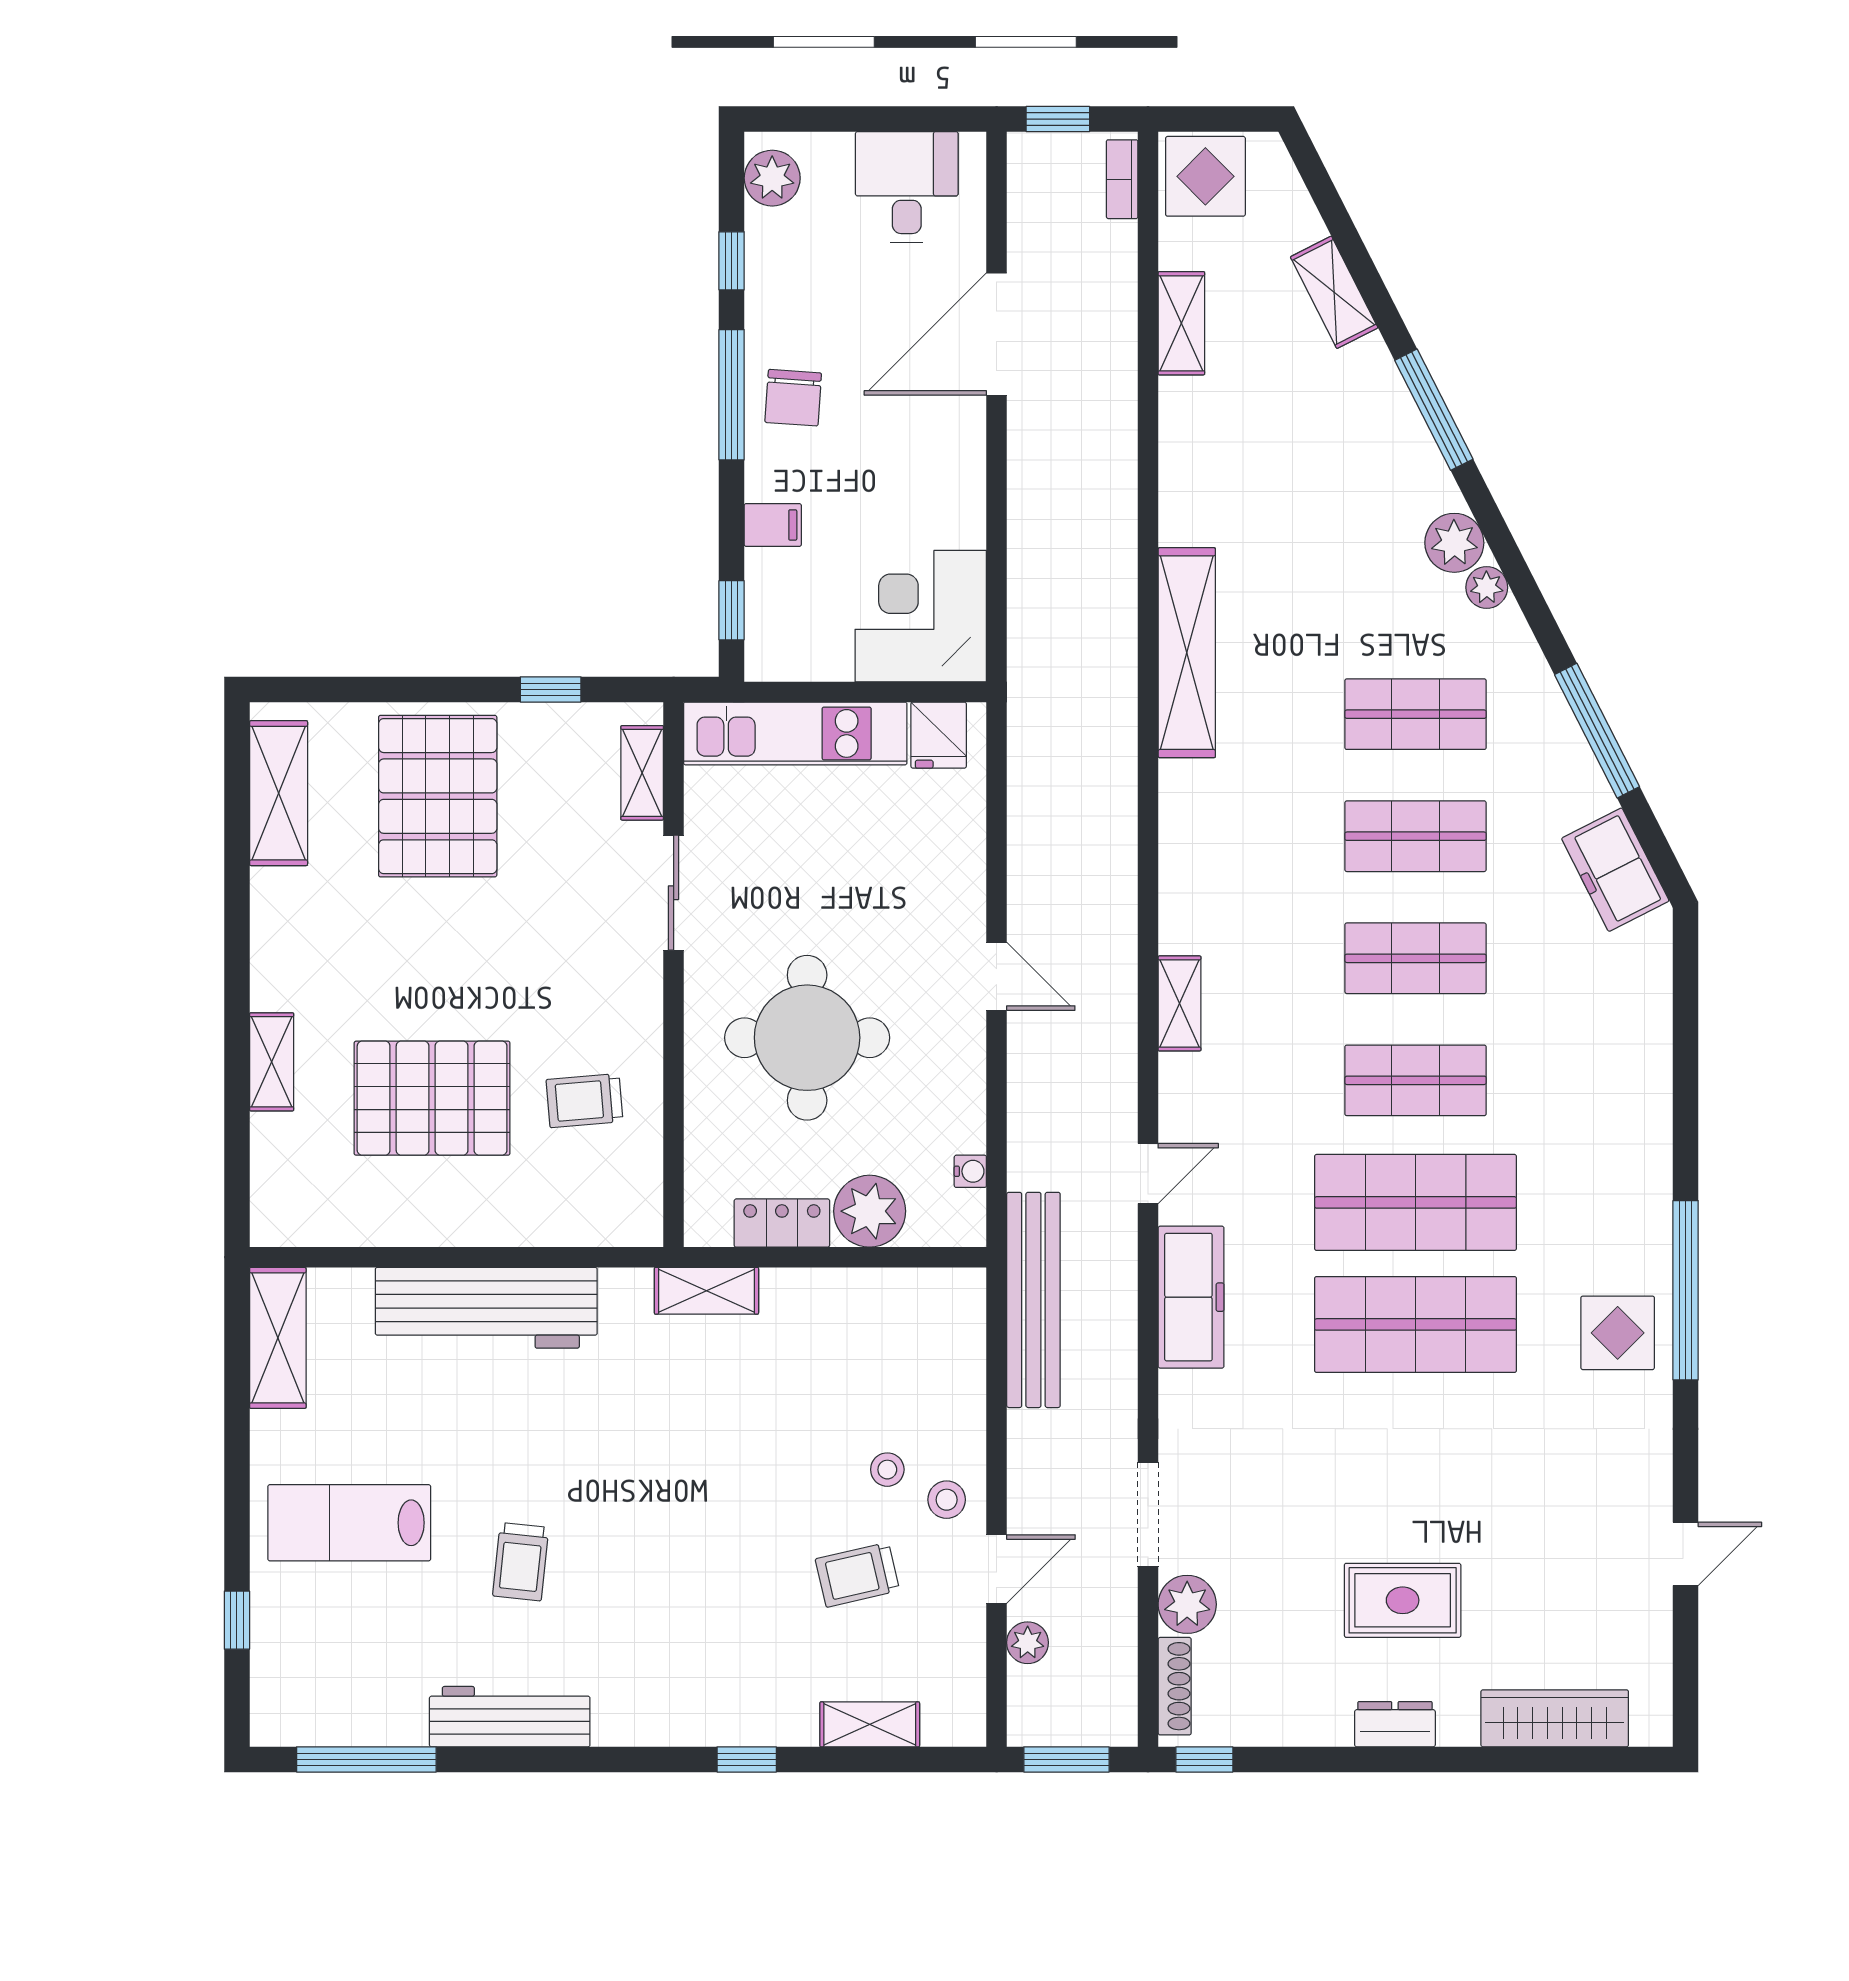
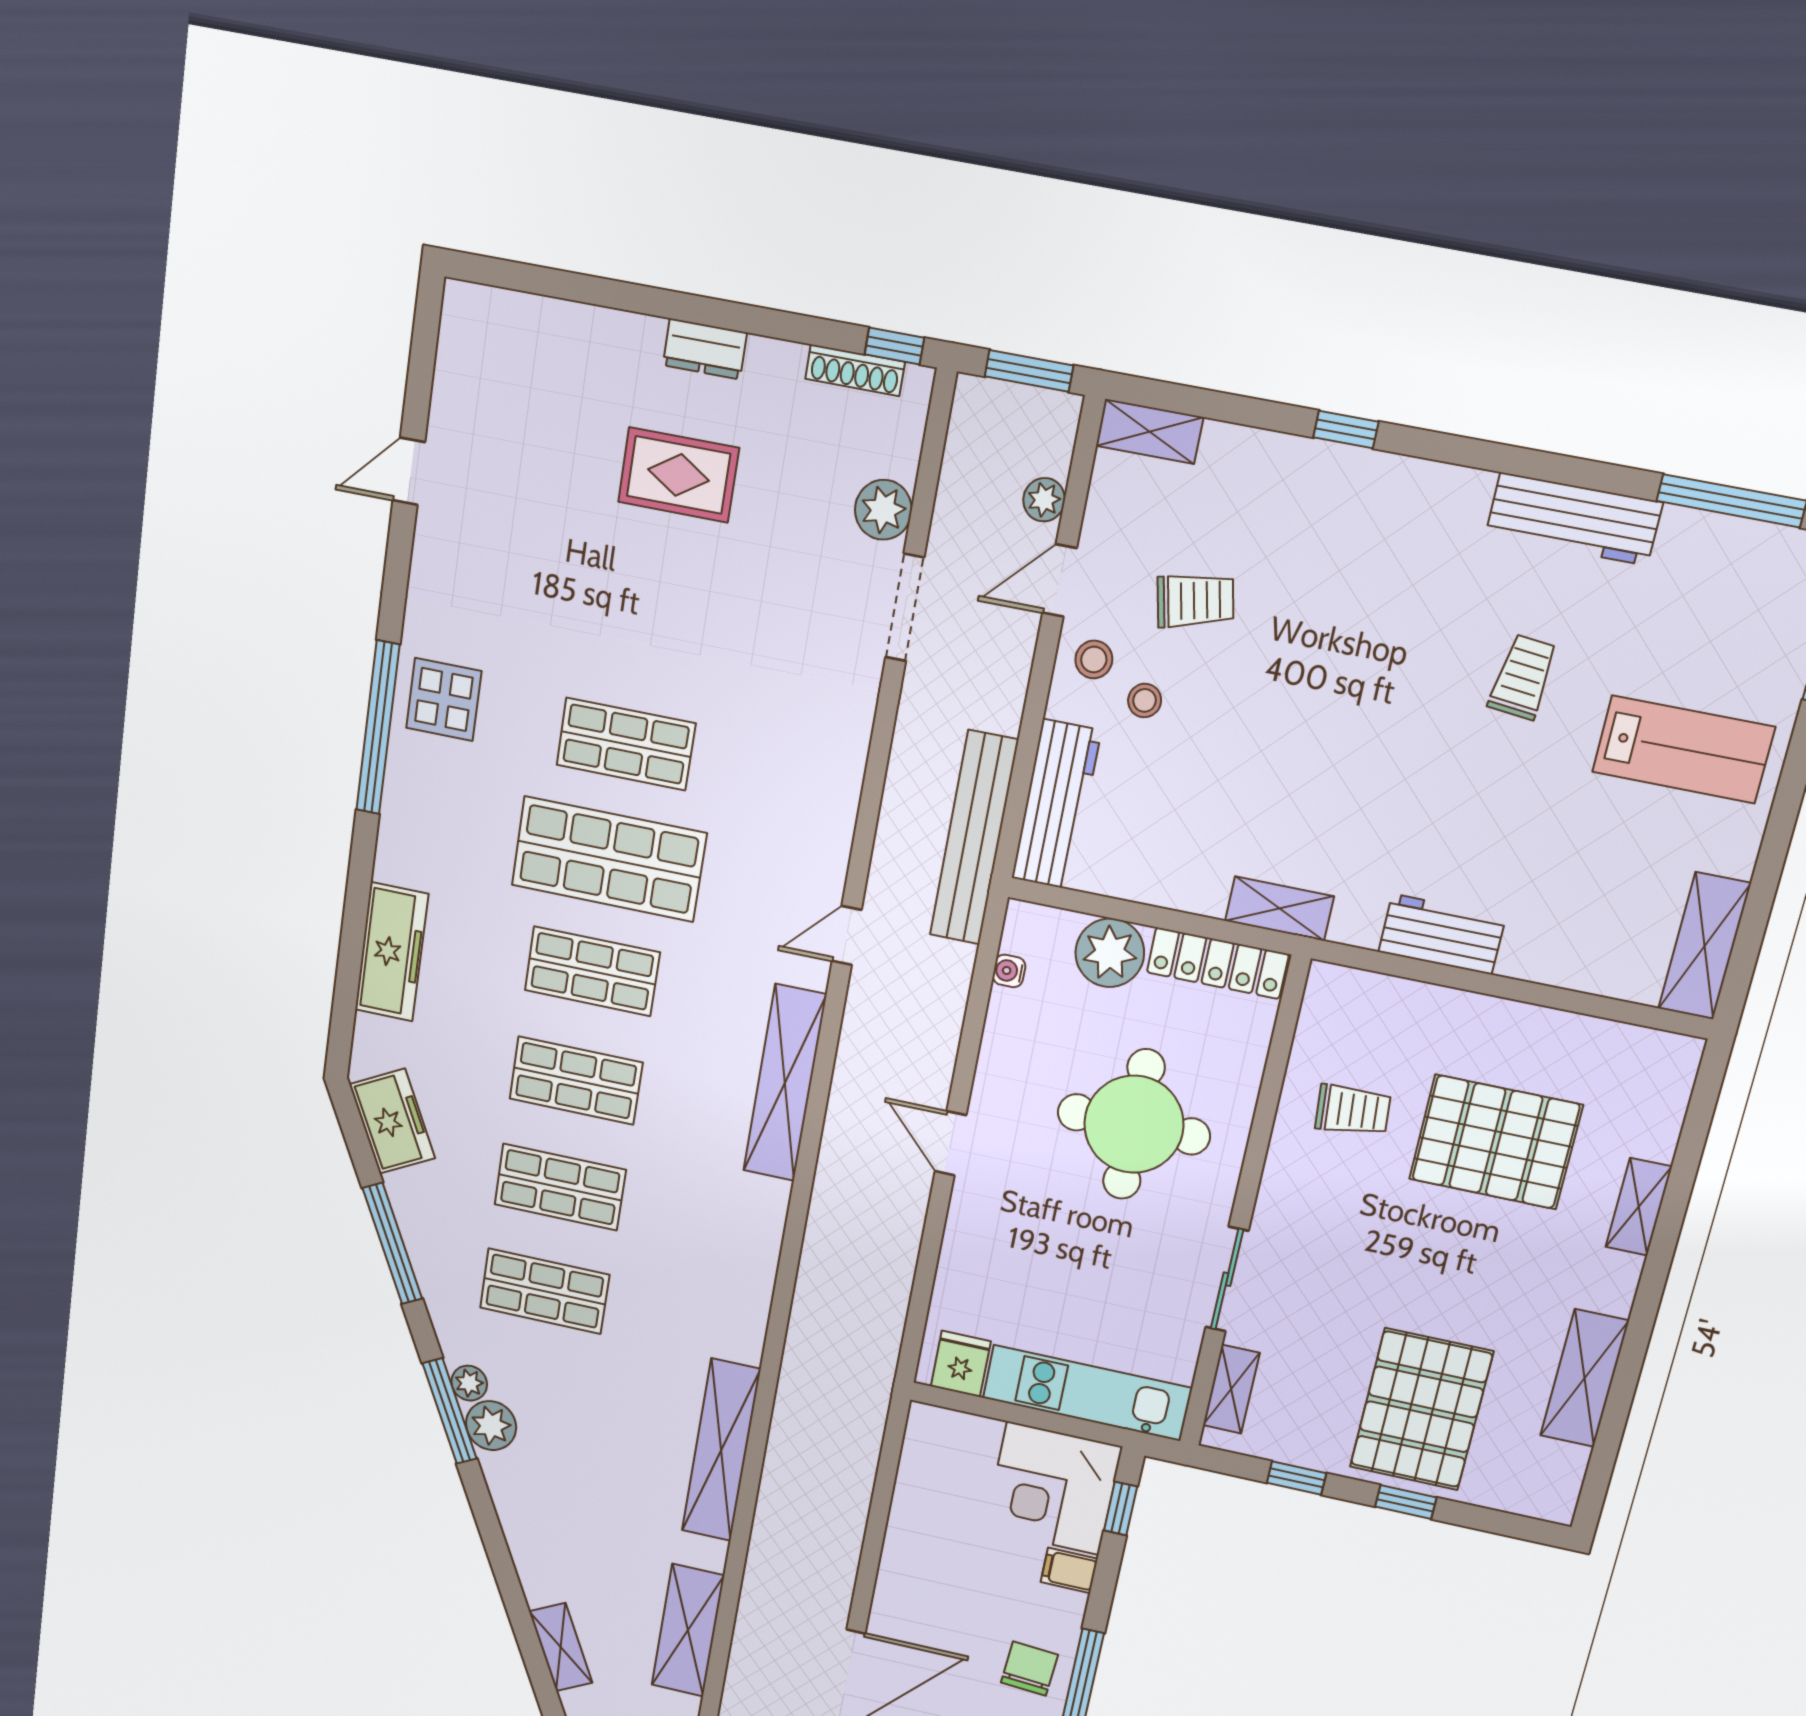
shelving: (1181, 323) -> (688, 1630), width x1.50, depth x1.33
window: (1434, 410) -> (450, 1411), moved
corner desk: (921, 616) -> (1053, 1488), moved, turned 90
shelving: (1187, 653) -> (721, 1450), moved
window: (429, 689) -> (1406, 1502), added
shelving: (279, 793) -> (1584, 1378), moved
shelving: (1179, 1003) -> (785, 1083), width x2.20, depth x1.33
locker: (782, 1223) -> (1218, 963), width x1.53
freezer: (1191, 1297) -> (392, 952), moved, turned 180
workbench: (486, 1308) -> (1442, 934), width x0.53, depth x0.76
shop shelf: (1416, 1324) -> (626, 744), width x0.70, depth x0.74
workbench: (955, 1350) -> (1056, 805), added
shoe rack: (1175, 1686) -> (855, 370), moved, turned -90
wardrobe: (1555, 1718) -> (552, 327), removed
shelving: (870, 1724) -> (1149, 431), moved

